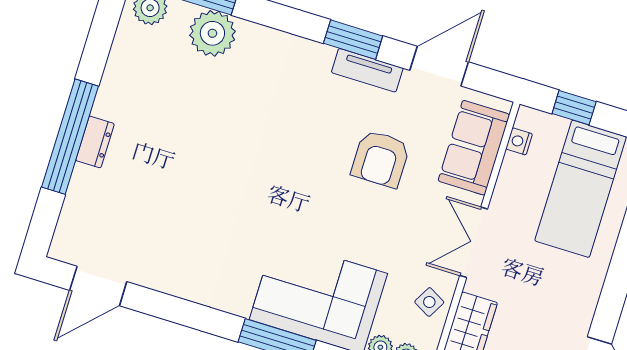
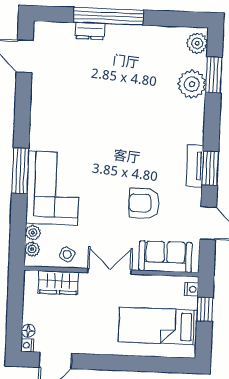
tv unit: (367, 70) -> (195, 166), moved
nightstand: (519, 141) -> (192, 289), moved, turned 90
dresser: (95, 142) -> (90, 31), moved

